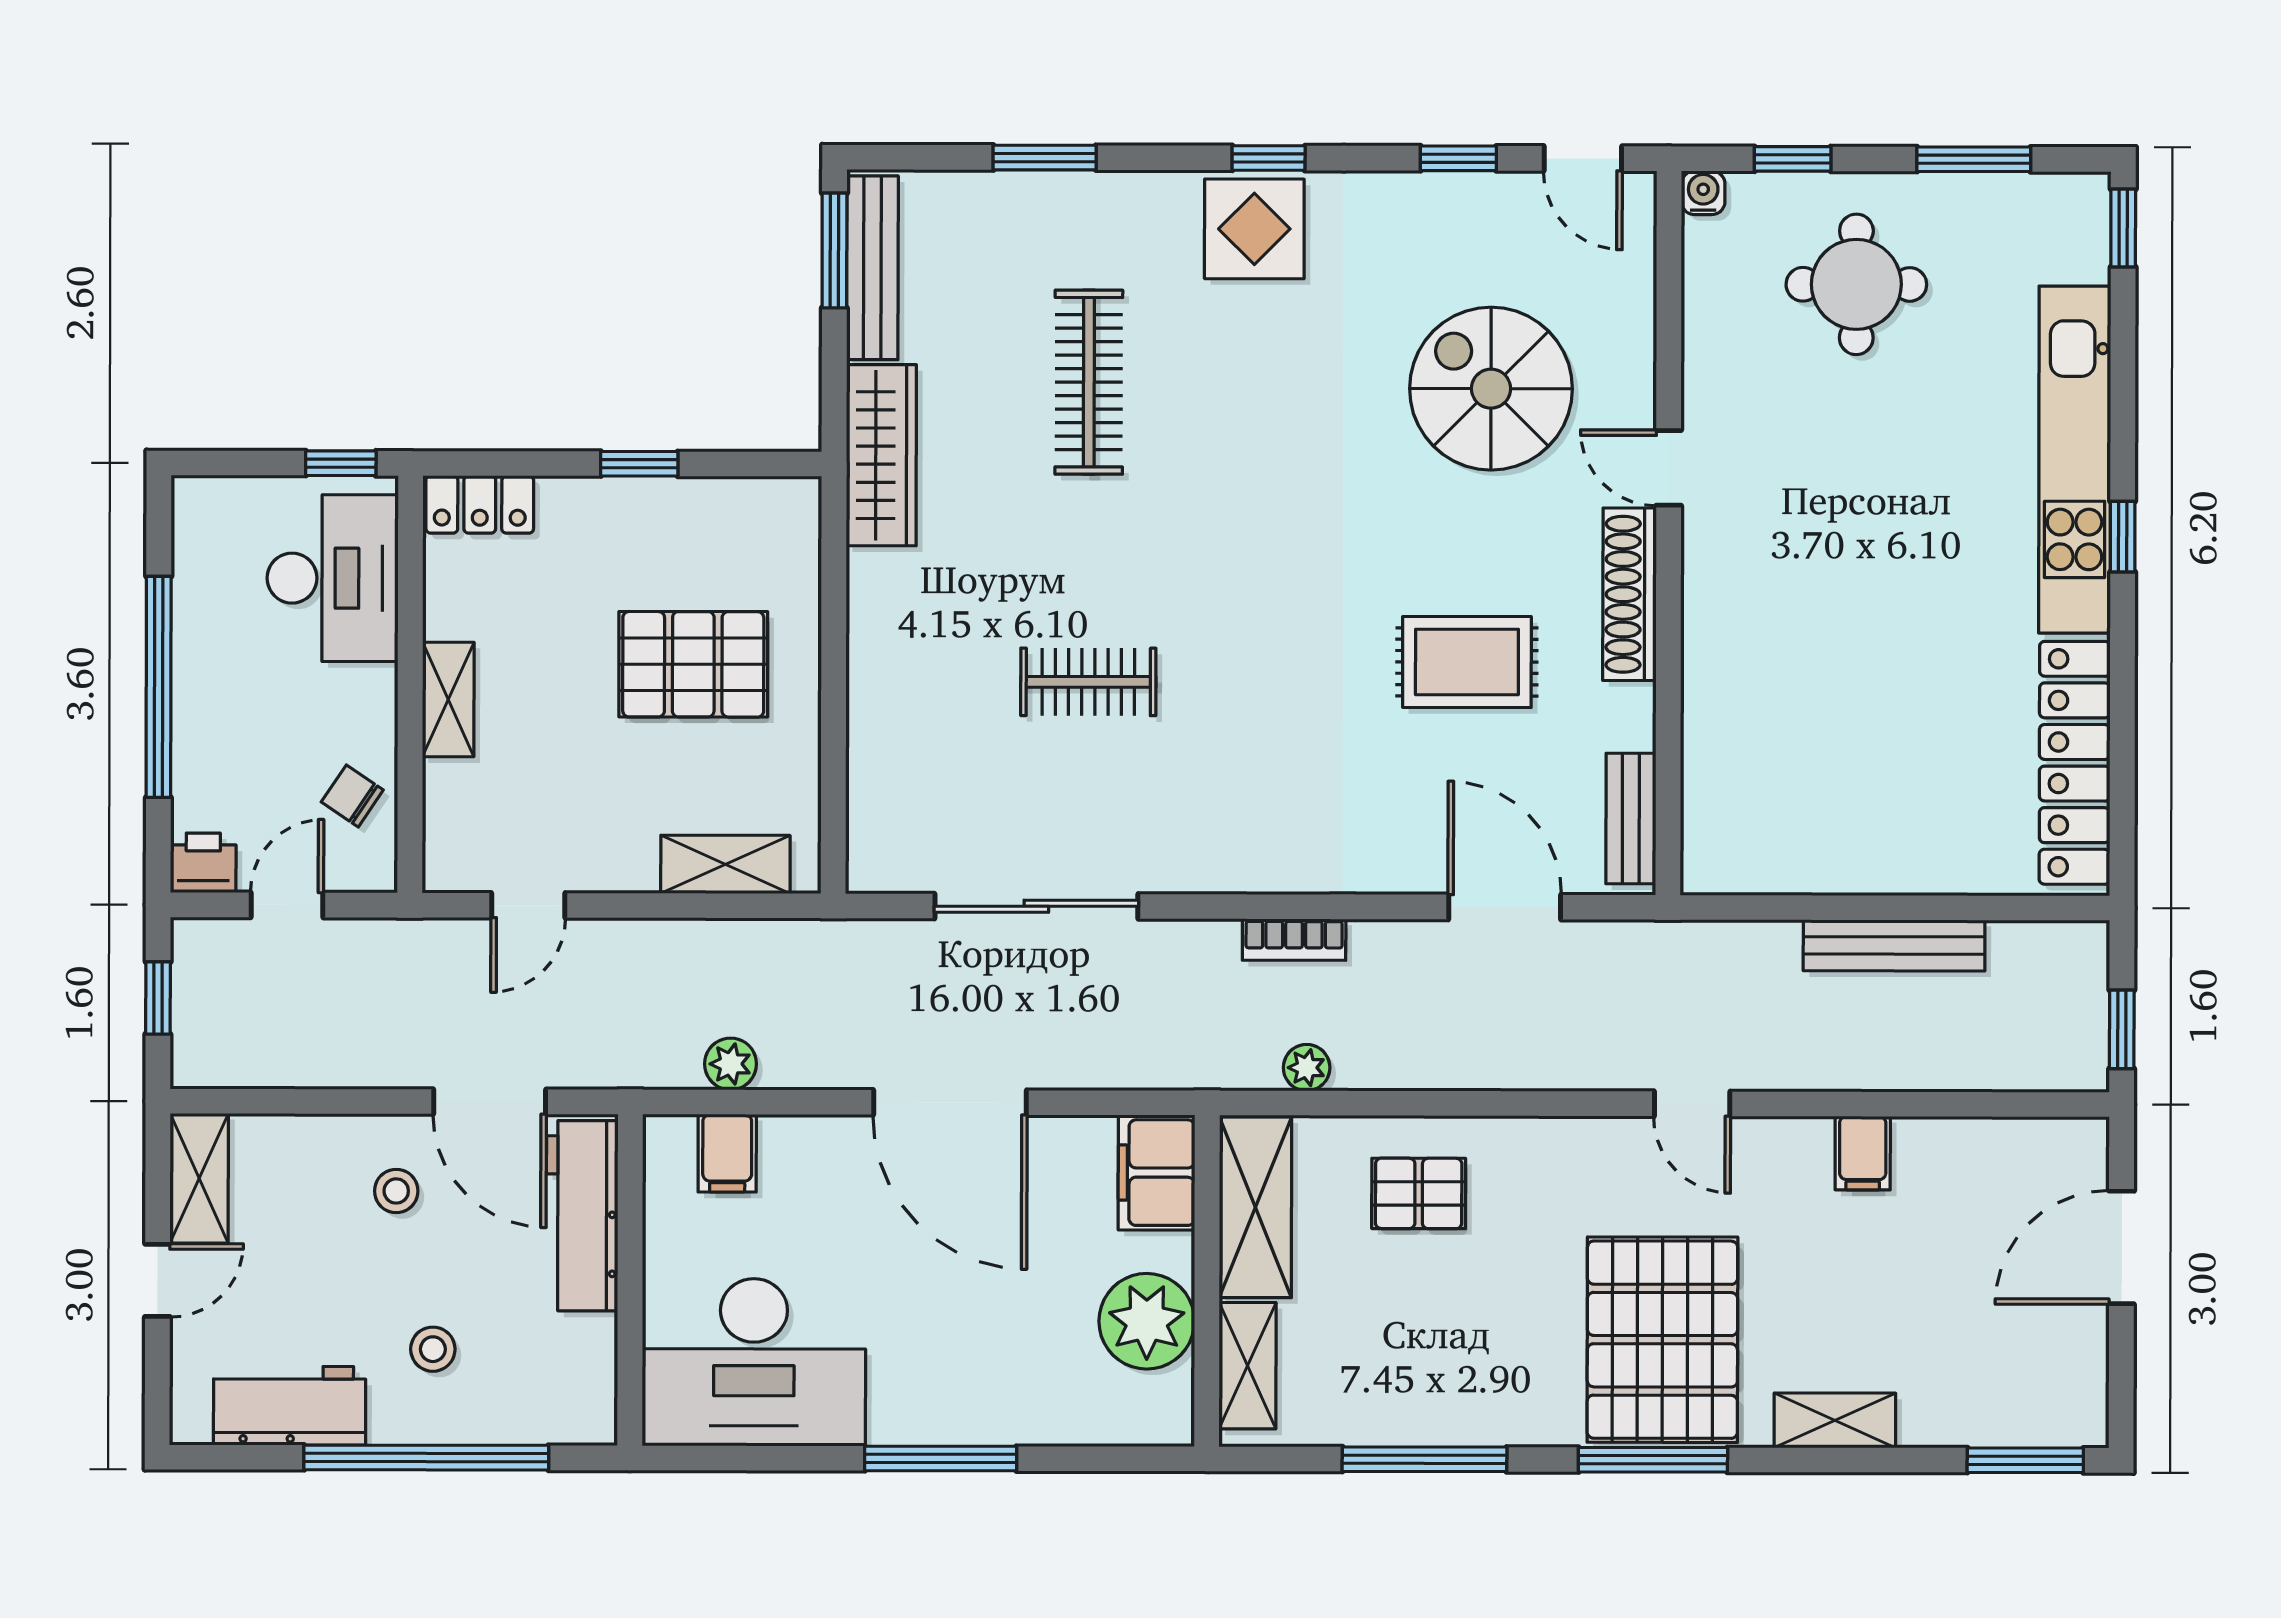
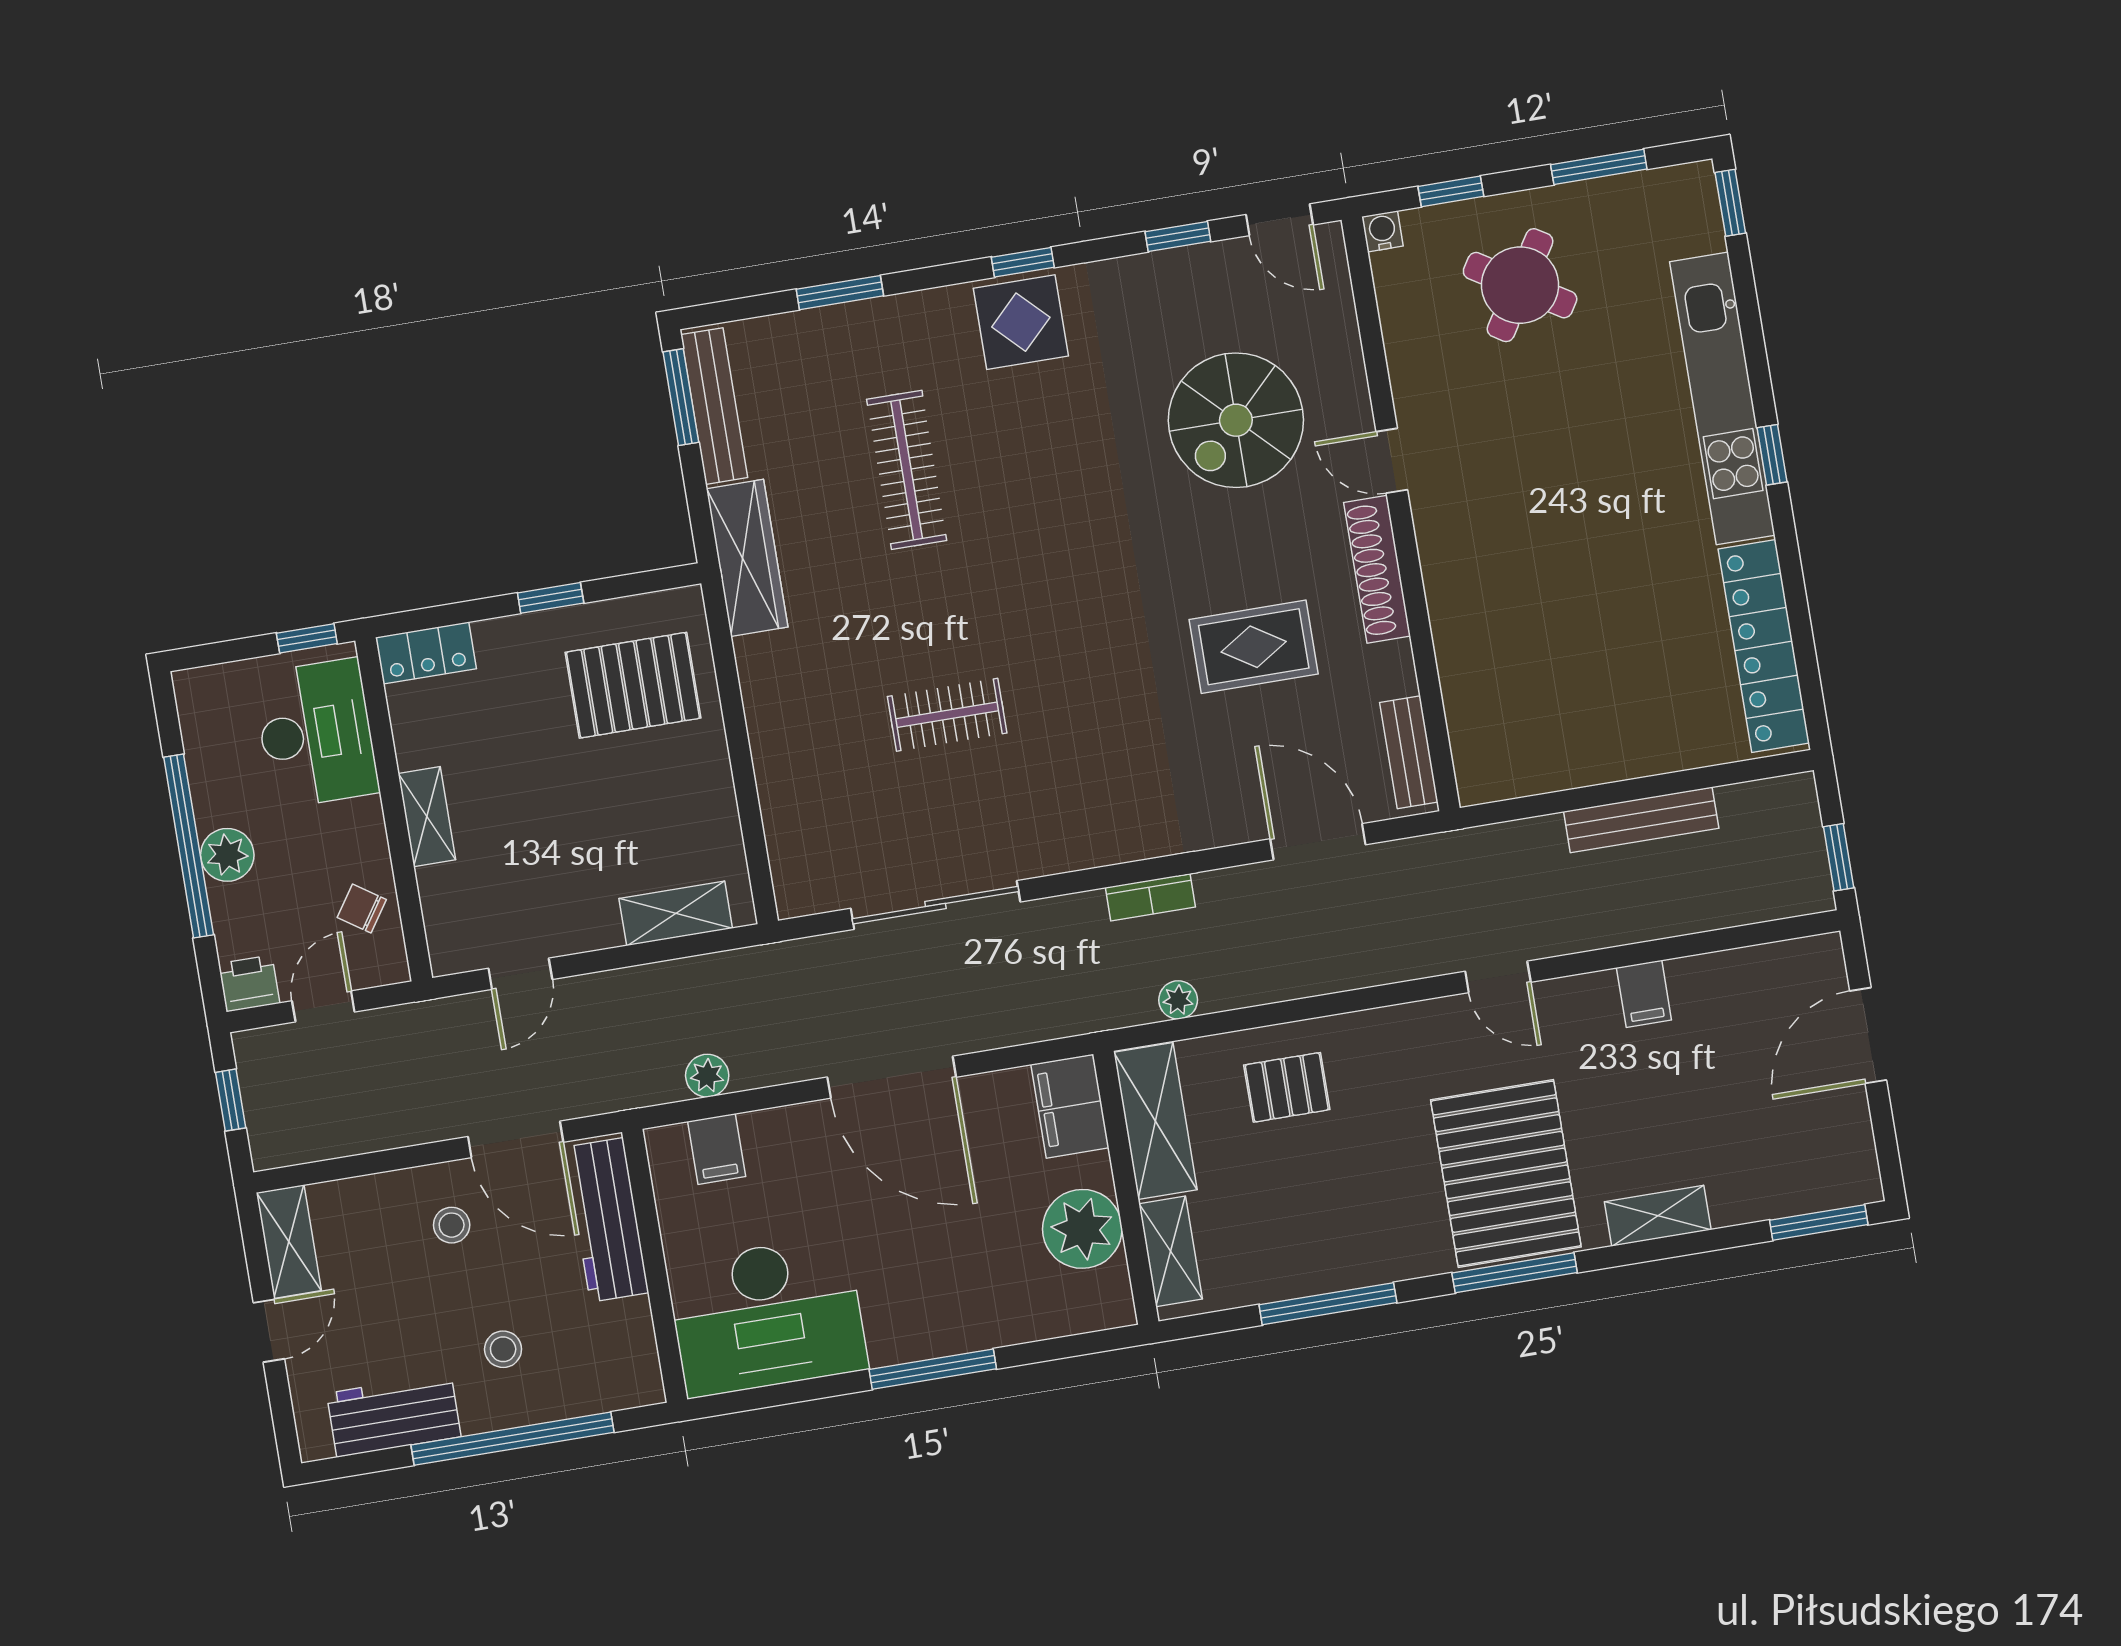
round table: (1856, 284) -> (1520, 285), turned 32
spiral stairs: (1491, 389) -> (1236, 420), turned -90
pallet: (693, 664) -> (633, 685), moved
plant: (203, 705) -> (227, 855), added

